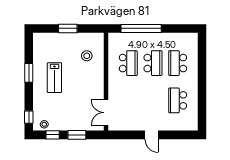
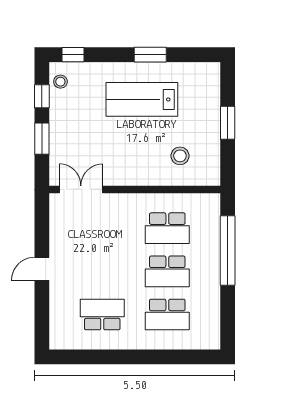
school desk: (178, 63) -> (167, 314), turned 180
lab bench: (54, 78) -> (142, 99), width x1.36, depth x1.39

